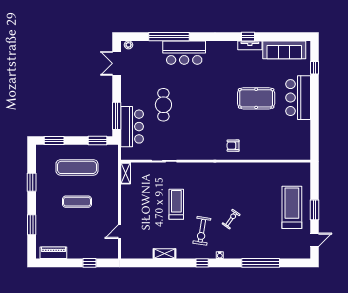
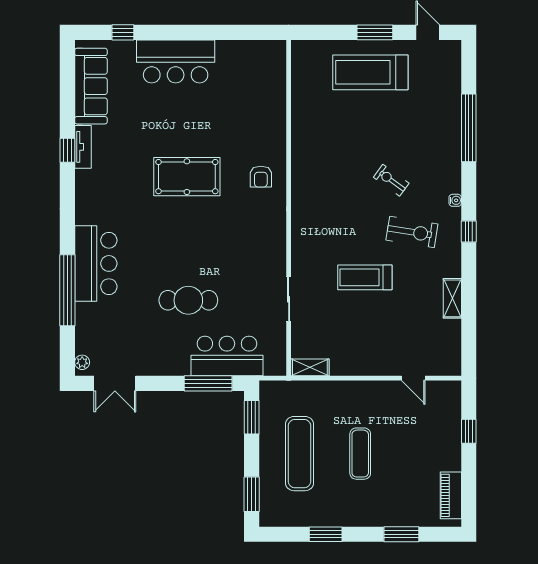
pool table: (256, 98) -> (187, 177), moved, turned 90

